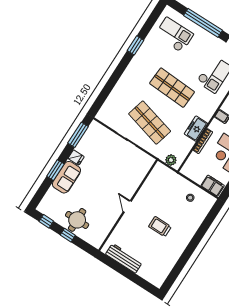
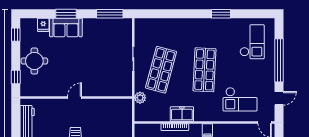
fridge: (76, 158) -> (43, 25), moved
plant: (171, 160) -> (140, 98), moved
window: (68, 235) -> (16, 77), moved

